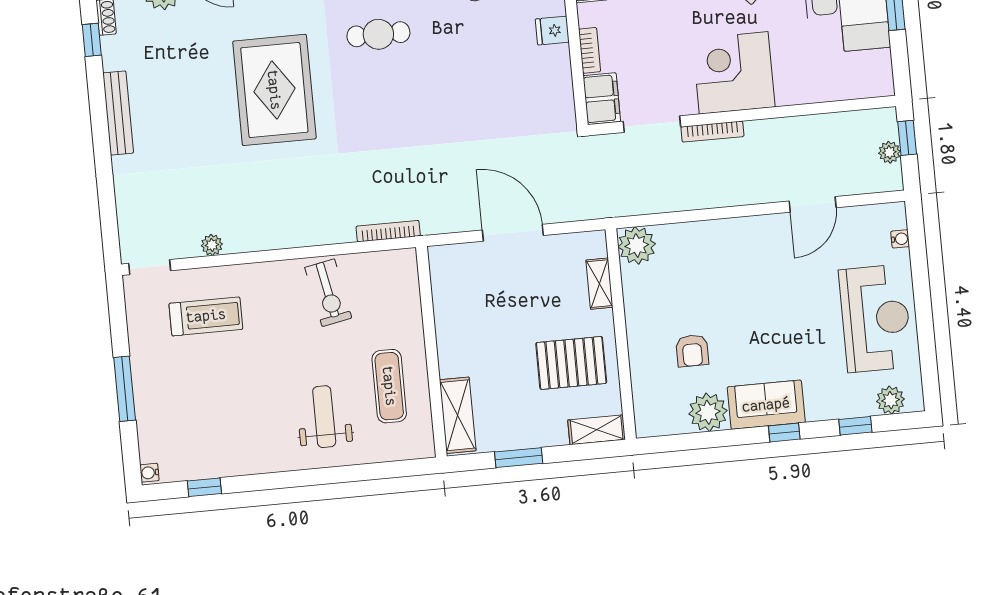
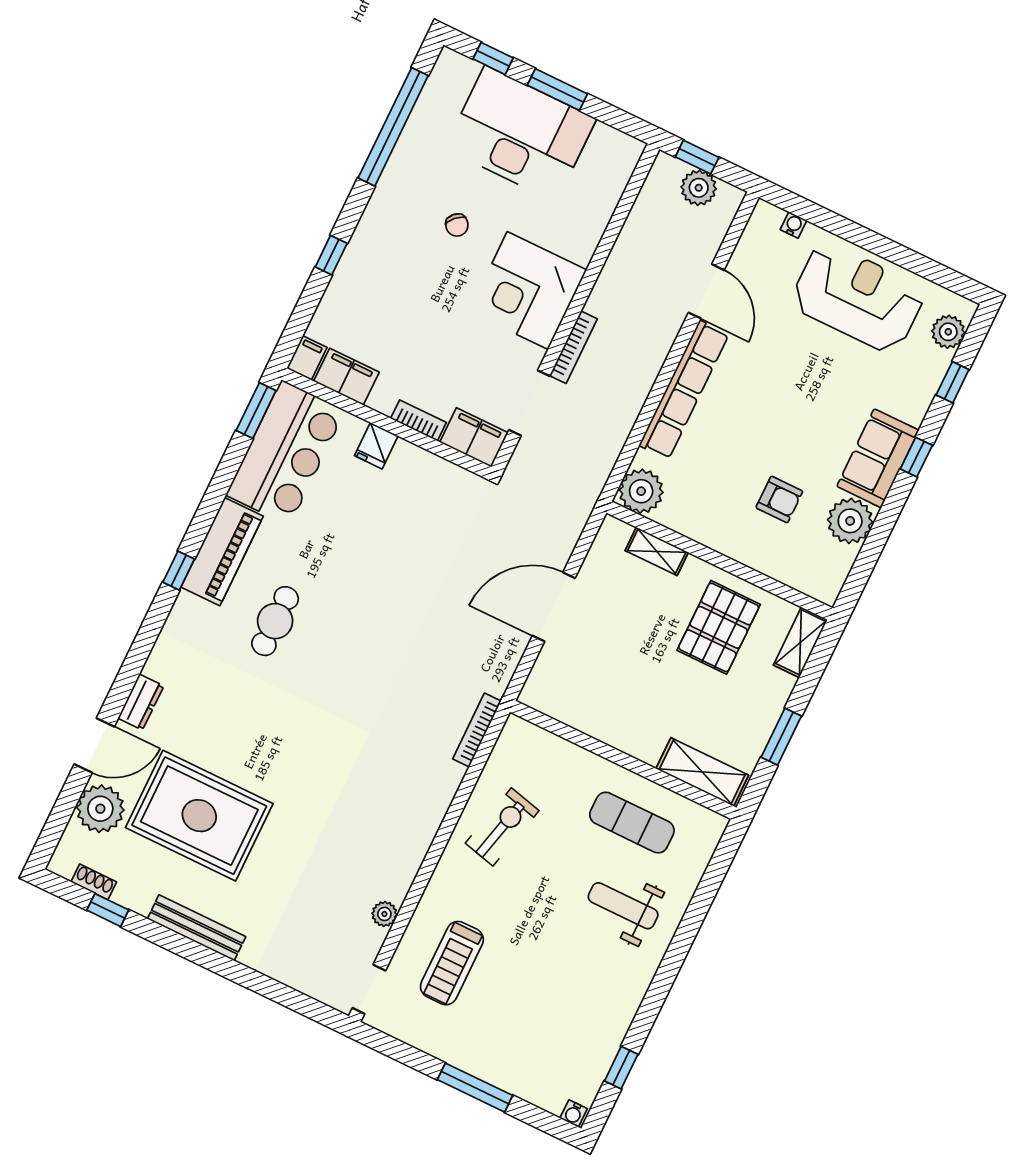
rug: (274, 90) -> (199, 816), moved
plant: (889, 152) -> (699, 188), width x1.38, depth x1.38
row of seats: (730, 232) -> (684, 390), added
exercise bike: (328, 293) -> (502, 827), turned -65
treadmill: (206, 316) -> (452, 963), turned 180

